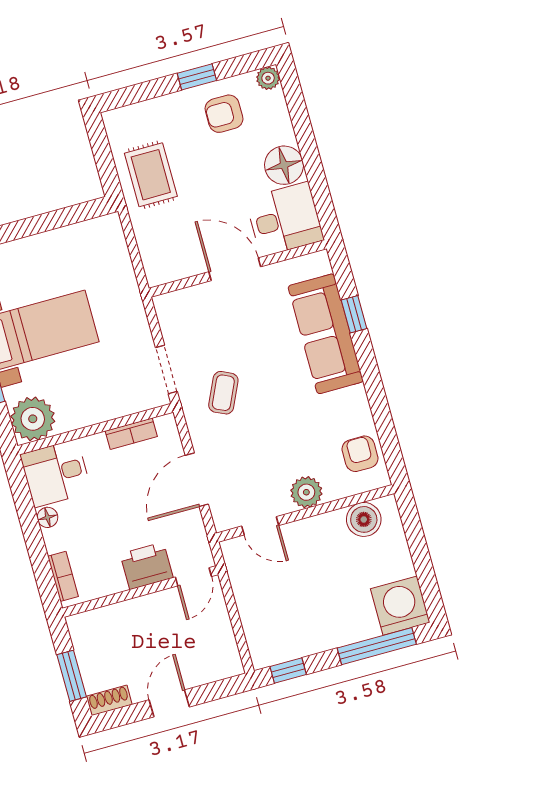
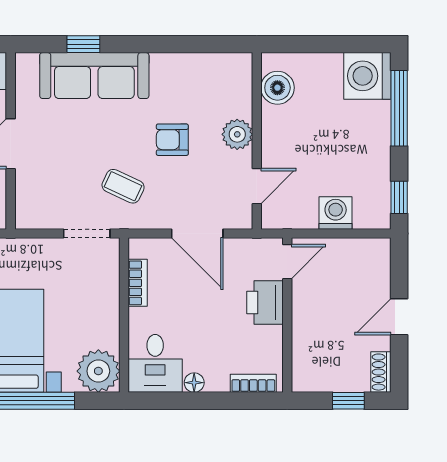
armchair: (360, 454) -> (172, 140), moved
door: (193, 577) -> (287, 262), hinge flipped
washing machine: (255, 612) -> (336, 213), added
window: (72, 676) -> (348, 401), width x0.67
door: (169, 703) -> (399, 317), hinge flipped

